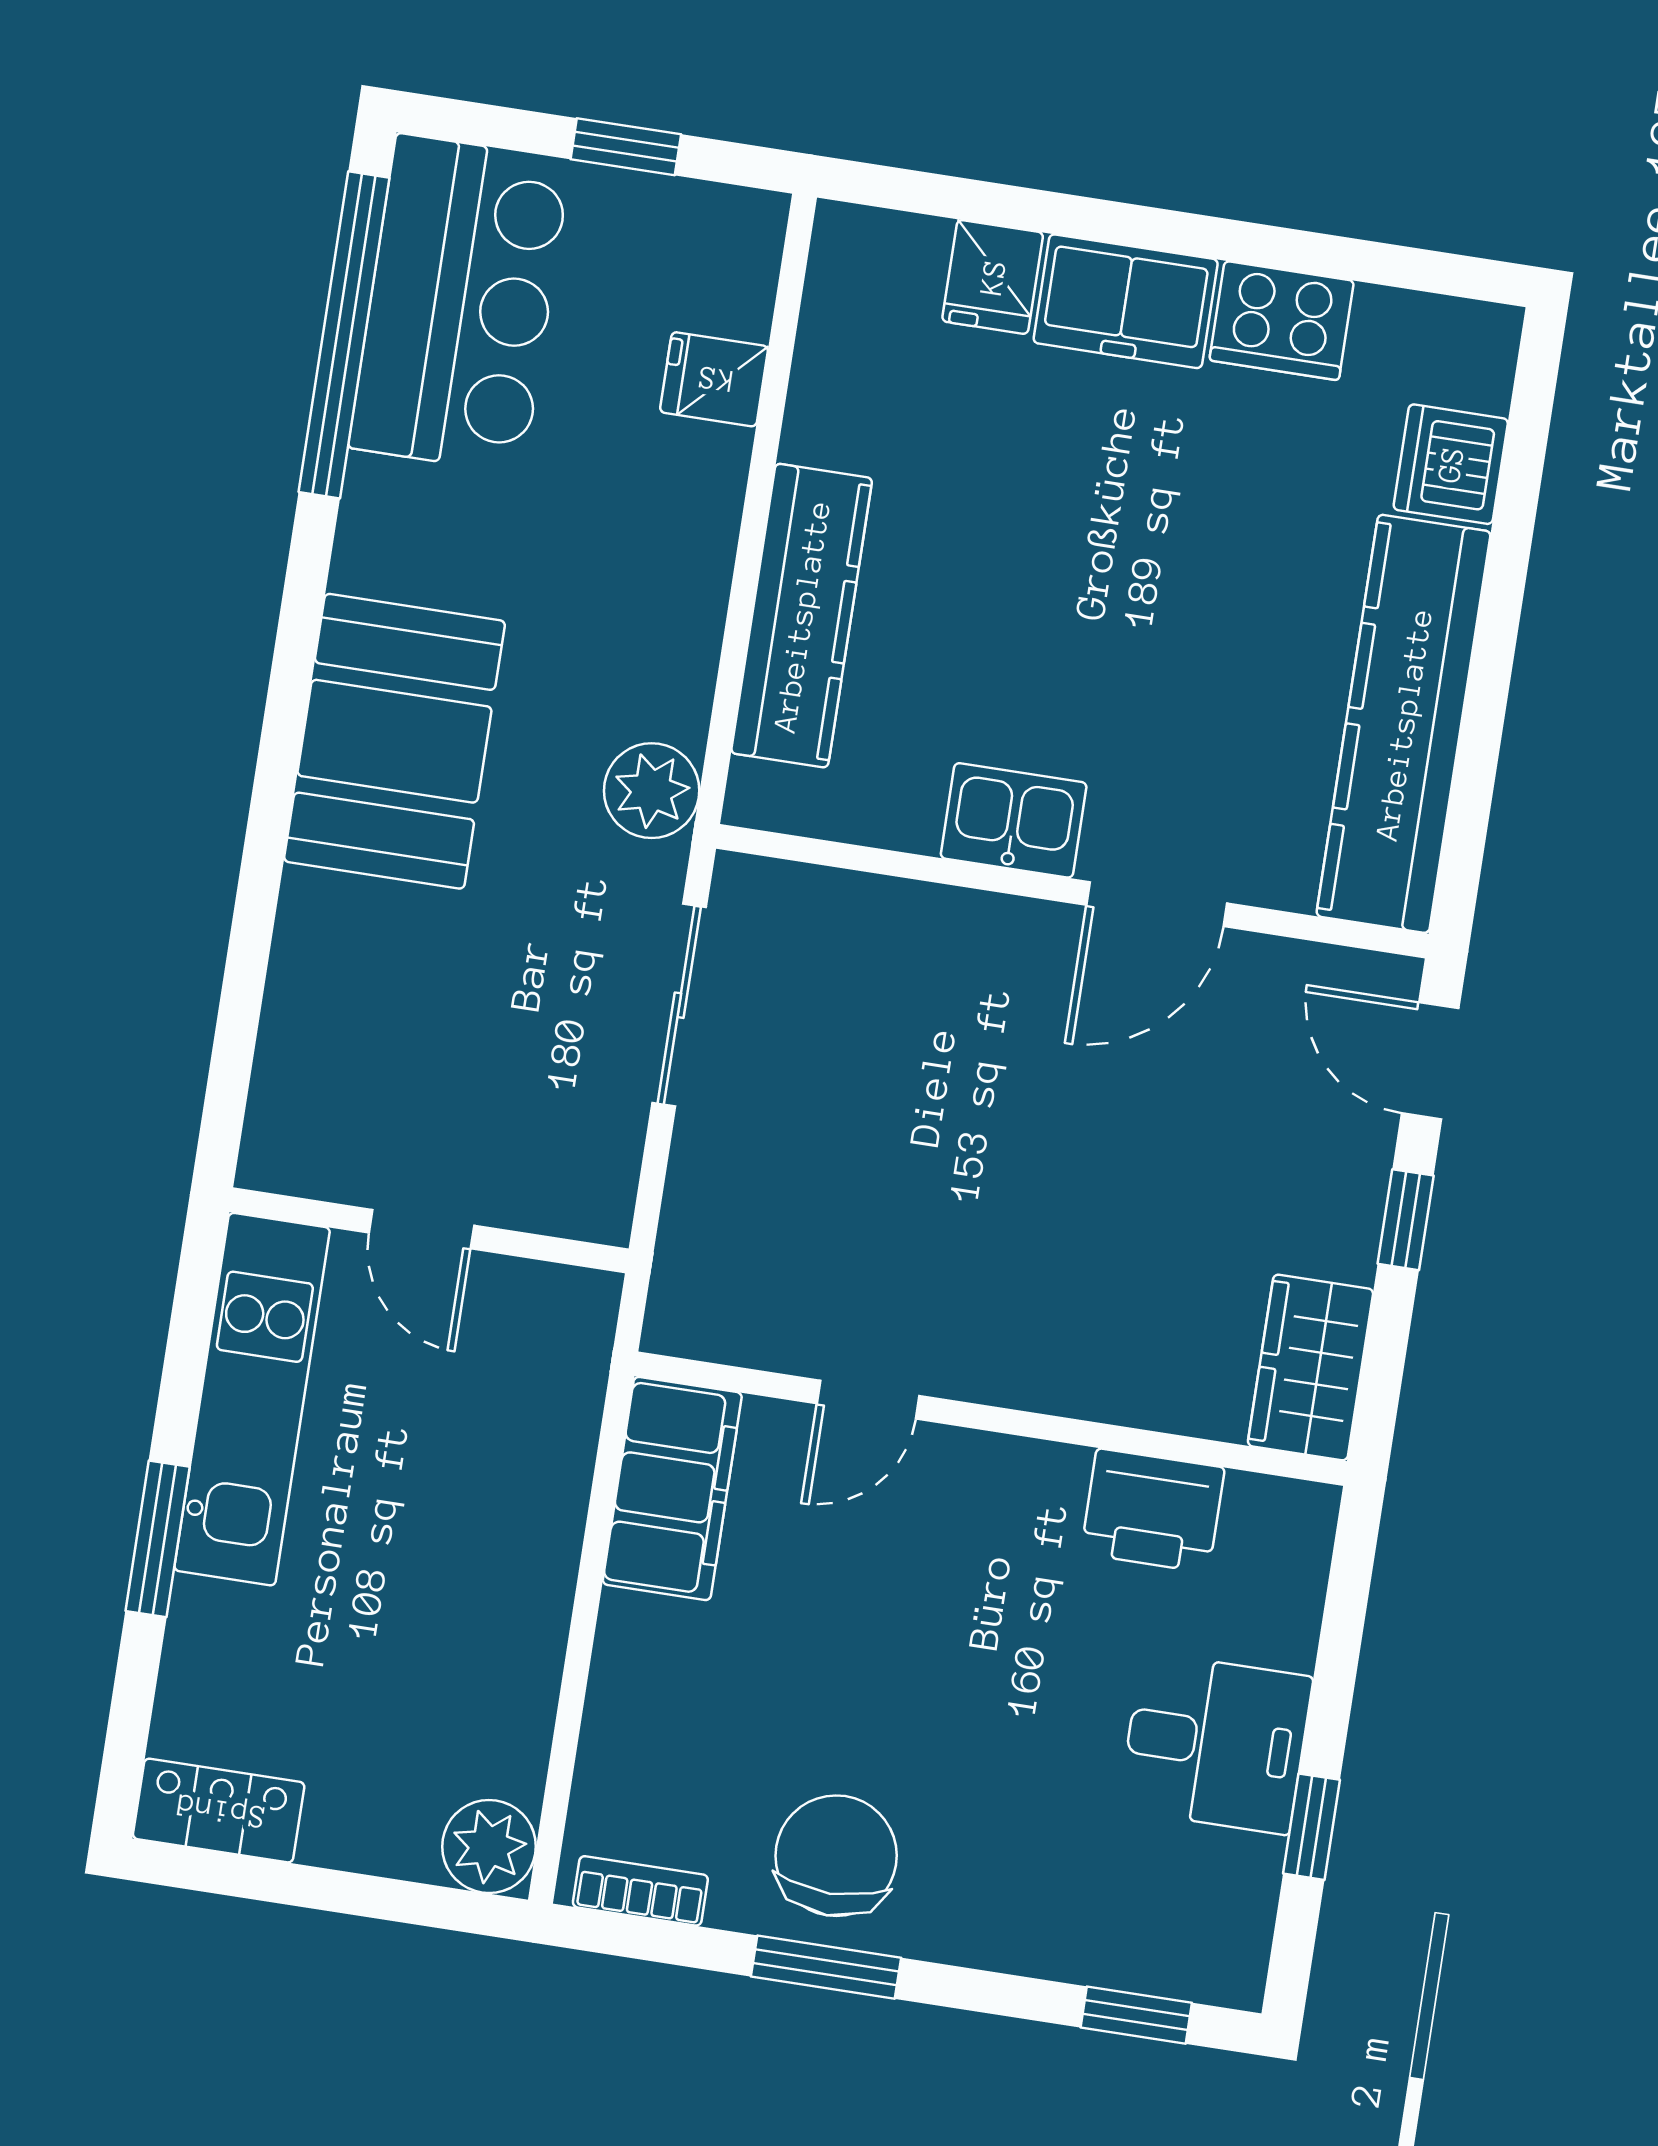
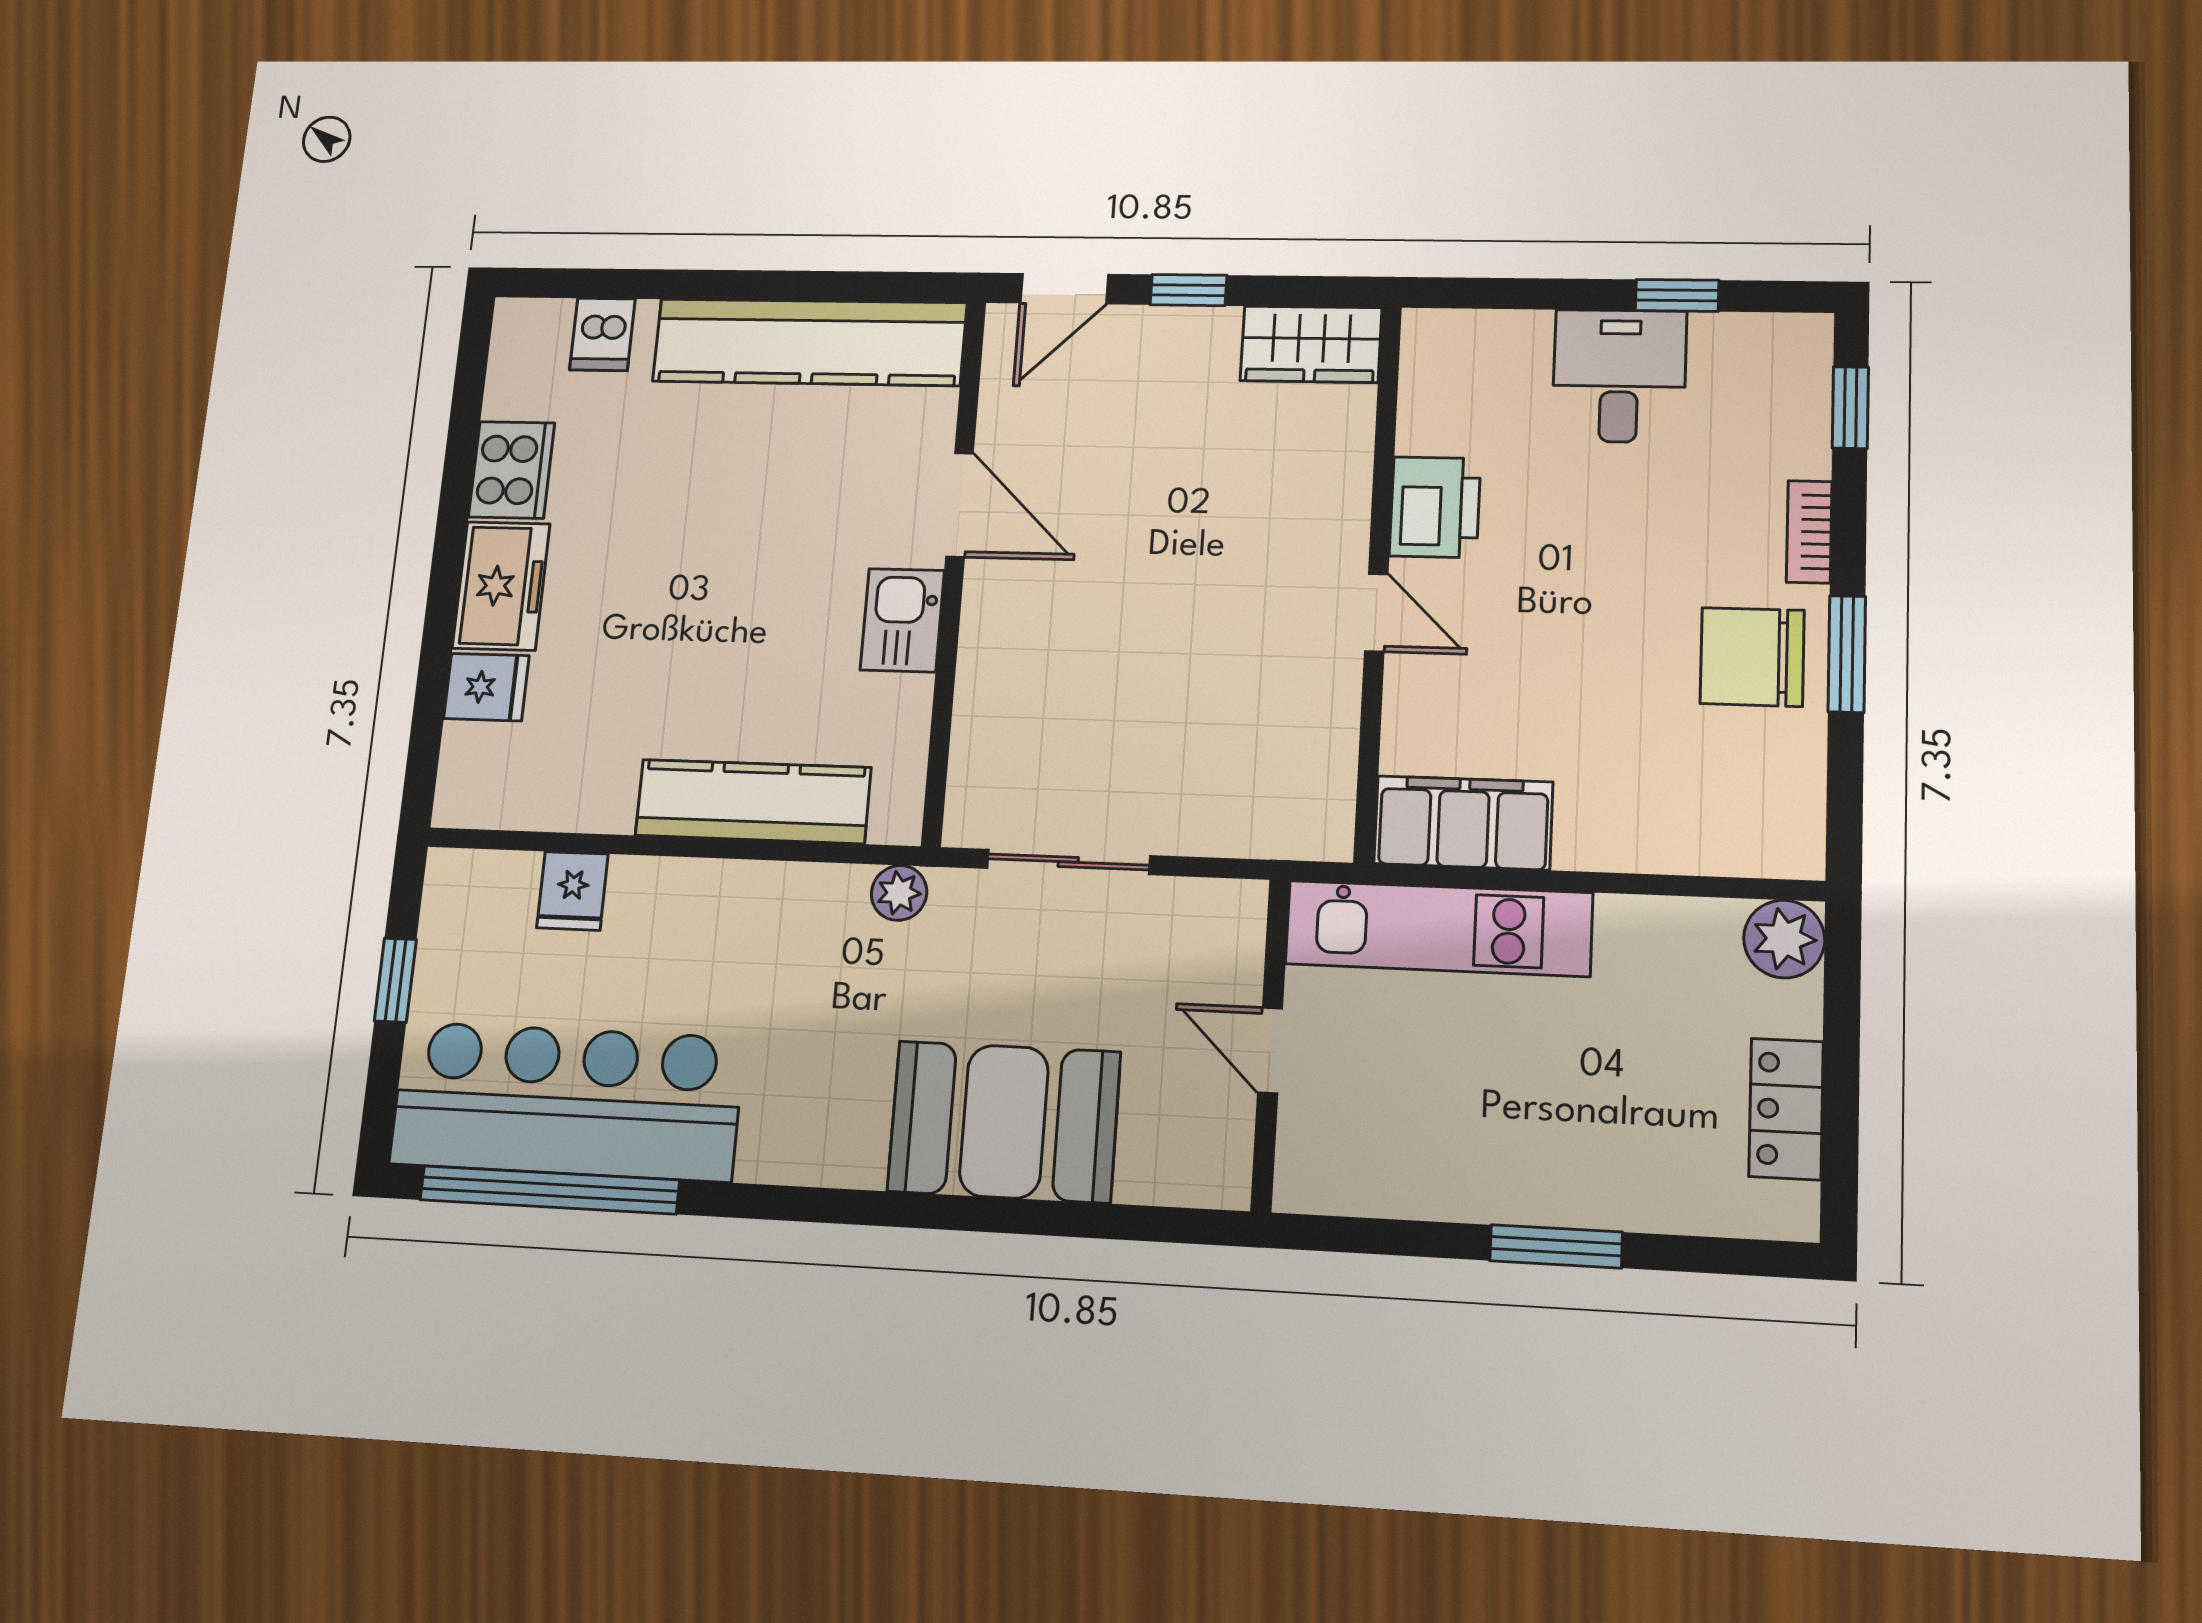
bar counter: (460, 304) -> (567, 1101), width x1.36
dishwasher: (1451, 464) -> (602, 334), width x0.73
booth: (394, 741) -> (1004, 1122), moved
plant: (652, 791) -> (899, 893), width x0.73, depth x0.73
door: (421, 1229) -> (1270, 1051), swing flipped
kitchen unit: (252, 1399) -> (1439, 928), moved, turned 180
door: (868, 1400) -> (1376, 613), moved
printer: (1153, 1511) -> (1435, 507), moved
locker: (219, 1811) -> (1786, 1109), moved
bookcase: (640, 1891) -> (1809, 532), moved

